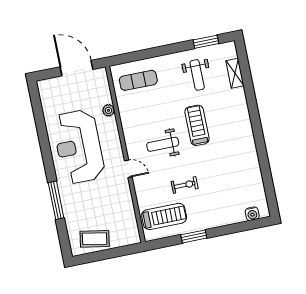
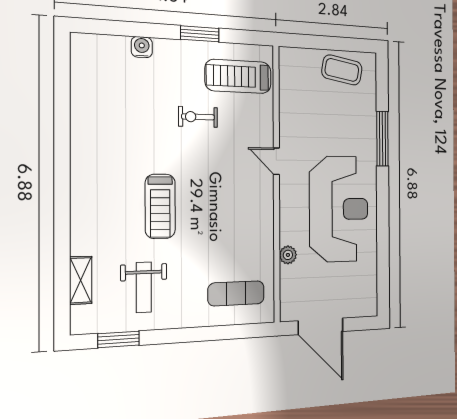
weight bench: (197, 75) -> (144, 287), turned 180
weight bench: (163, 144) -> (219, 187), removed
water cooler: (252, 214) -> (142, 47), moved

